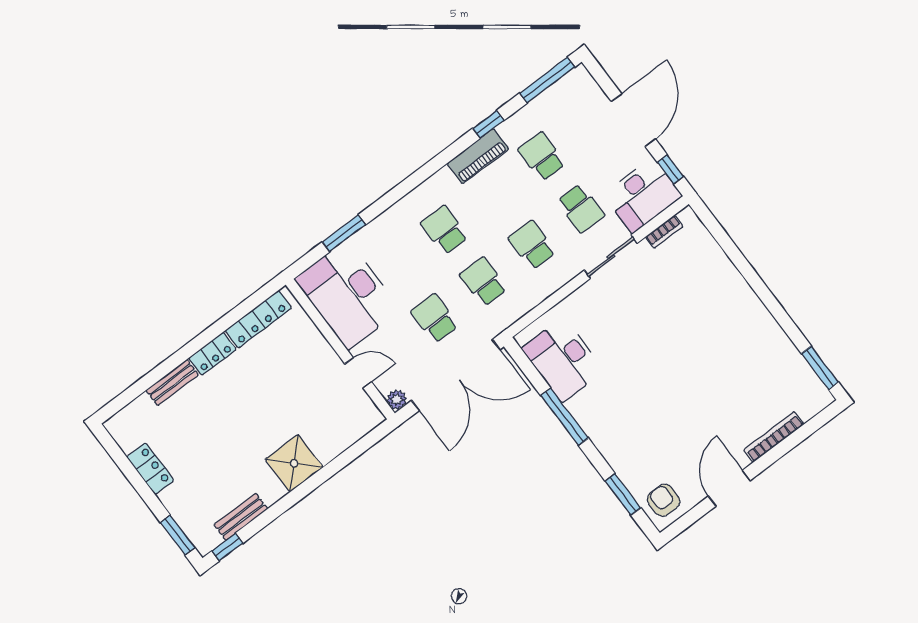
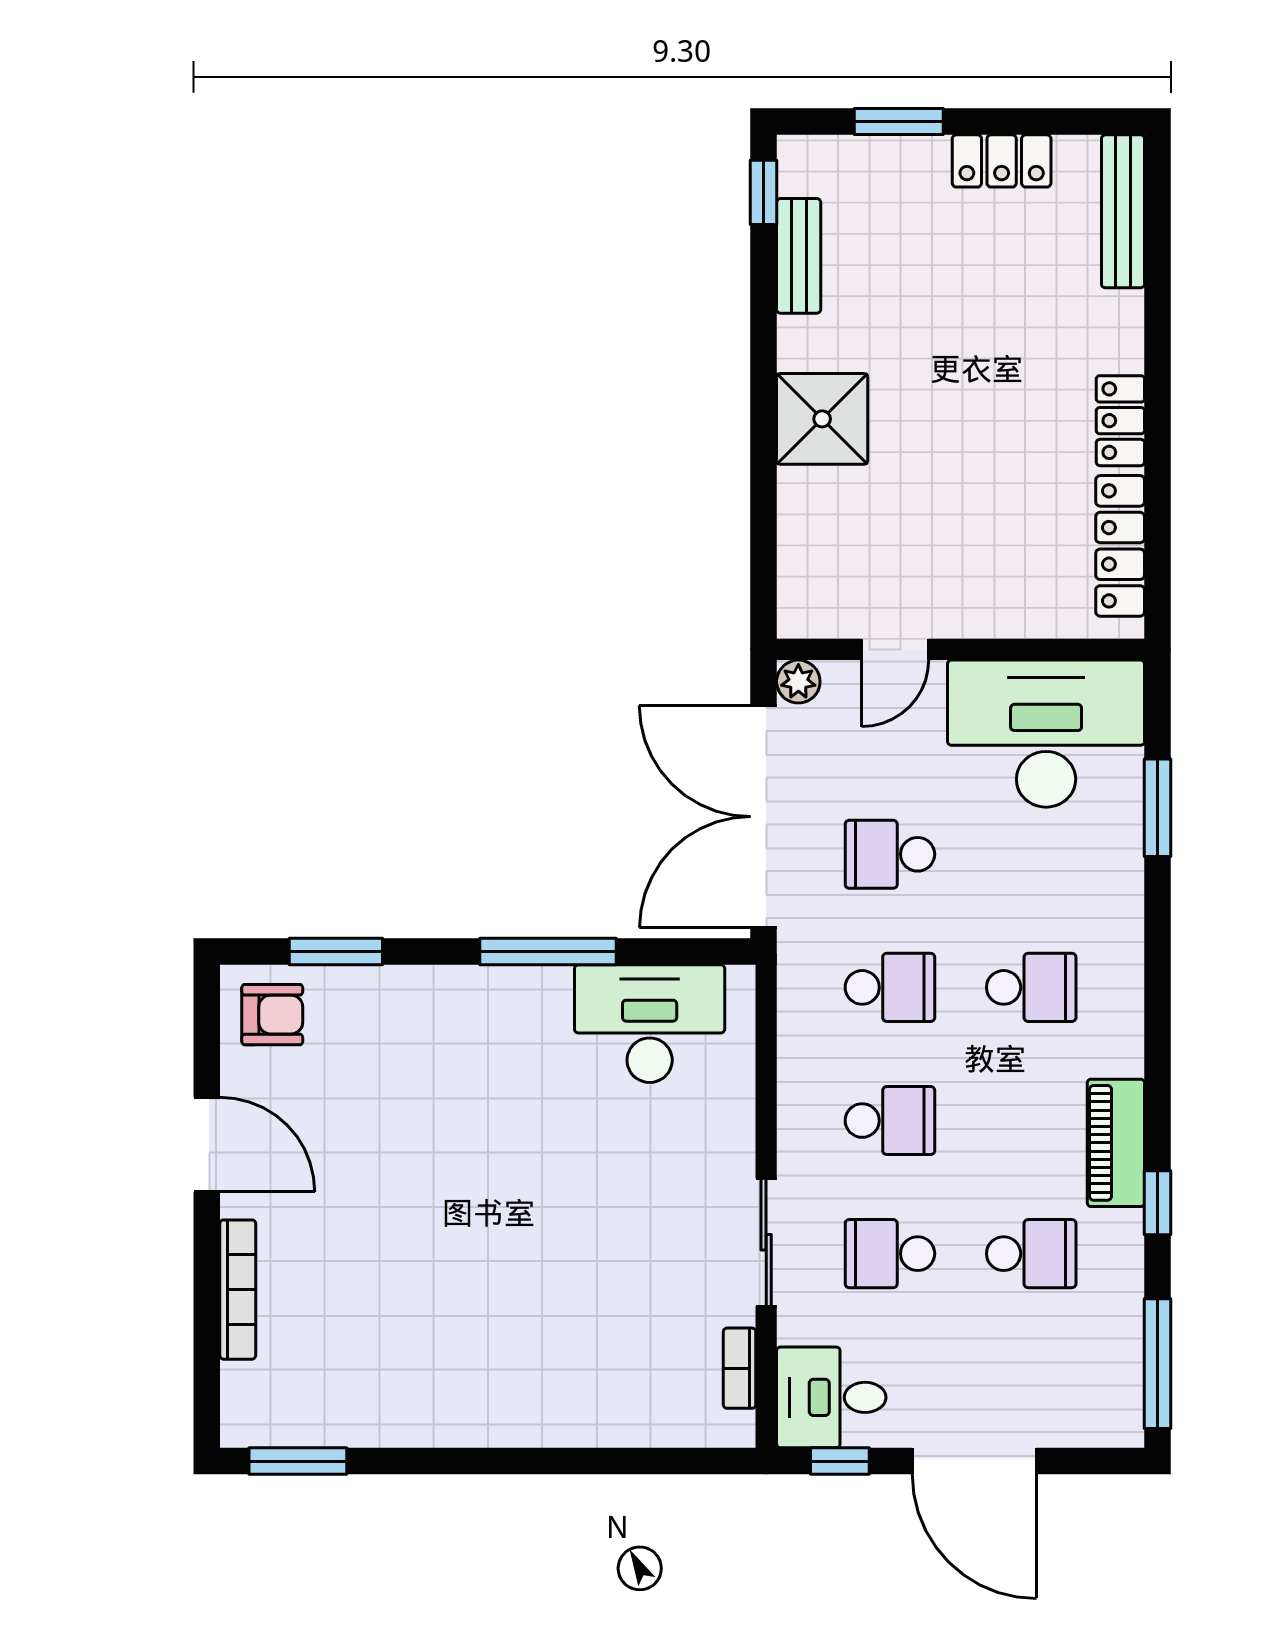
desk: (643, 195) -> (831, 1397), width x0.73
school desk: (435, 318) -> (890, 854), turned 180
bench: (172, 383) -> (1123, 211), moved, width x1.36
window: (178, 535) -> (899, 122), moved

